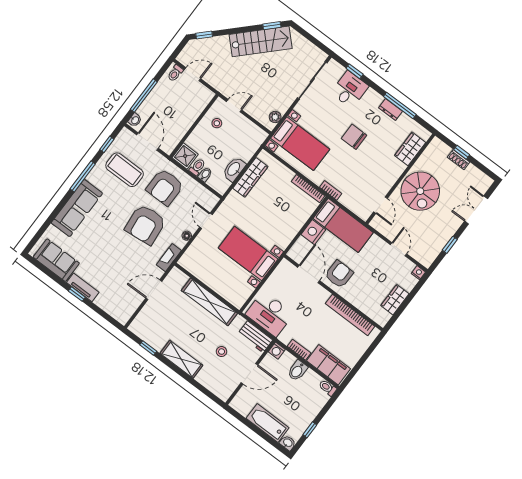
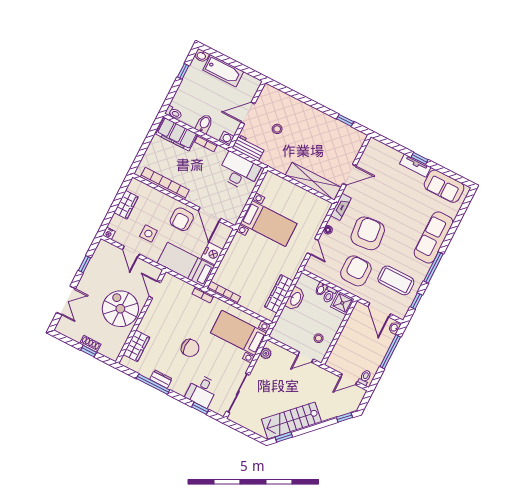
side table: (377, 265) -> (148, 234), added
shelving: (209, 302) -> (313, 181), moved
shelving: (181, 359) -> (313, 115), removed

